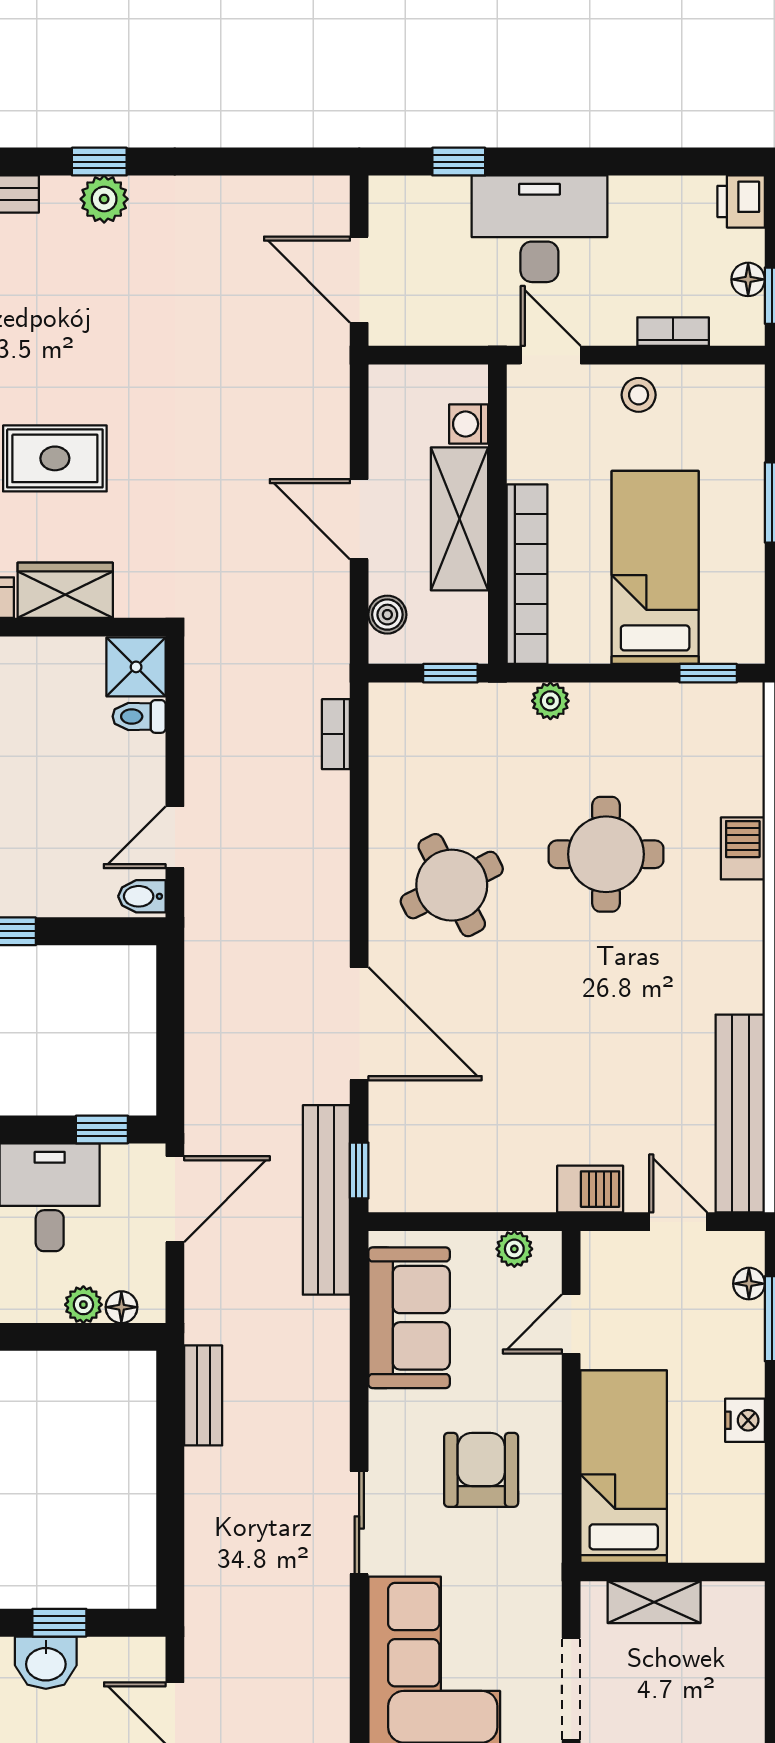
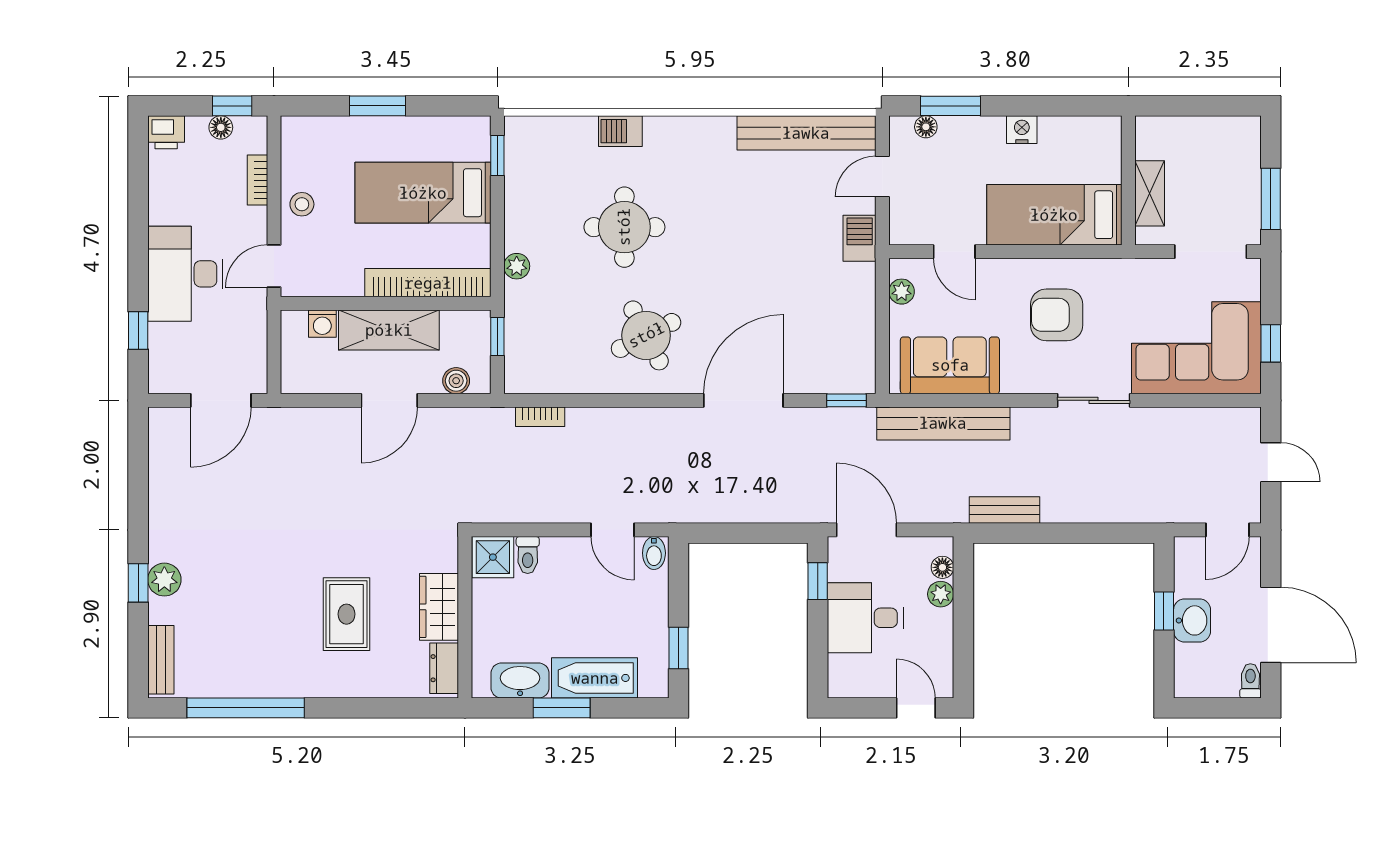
bench: (326, 1200) -> (943, 423), moved

